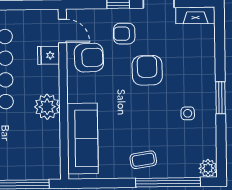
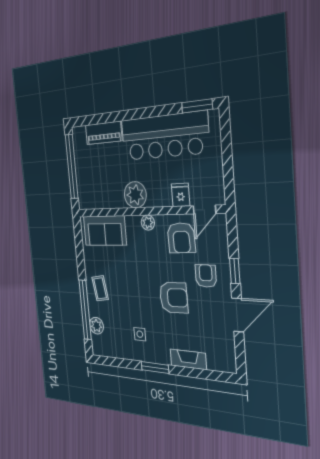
fireplace: (195, 15) -> (188, 359), moved, turned 90
plant: (74, 94) -> (148, 223), added
sofa: (83, 138) -> (105, 231), width x0.73
plant: (208, 168) -> (97, 326), moved

